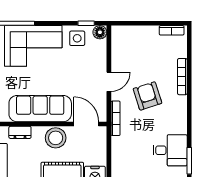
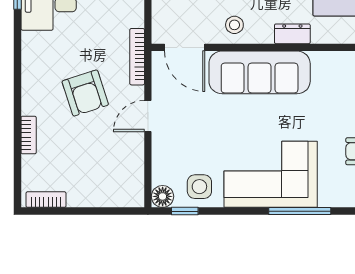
bookcase: (182, 77) -> (29, 135), width x0.64
stool: (56, 138) -> (234, 25), width x0.53, depth x0.53

